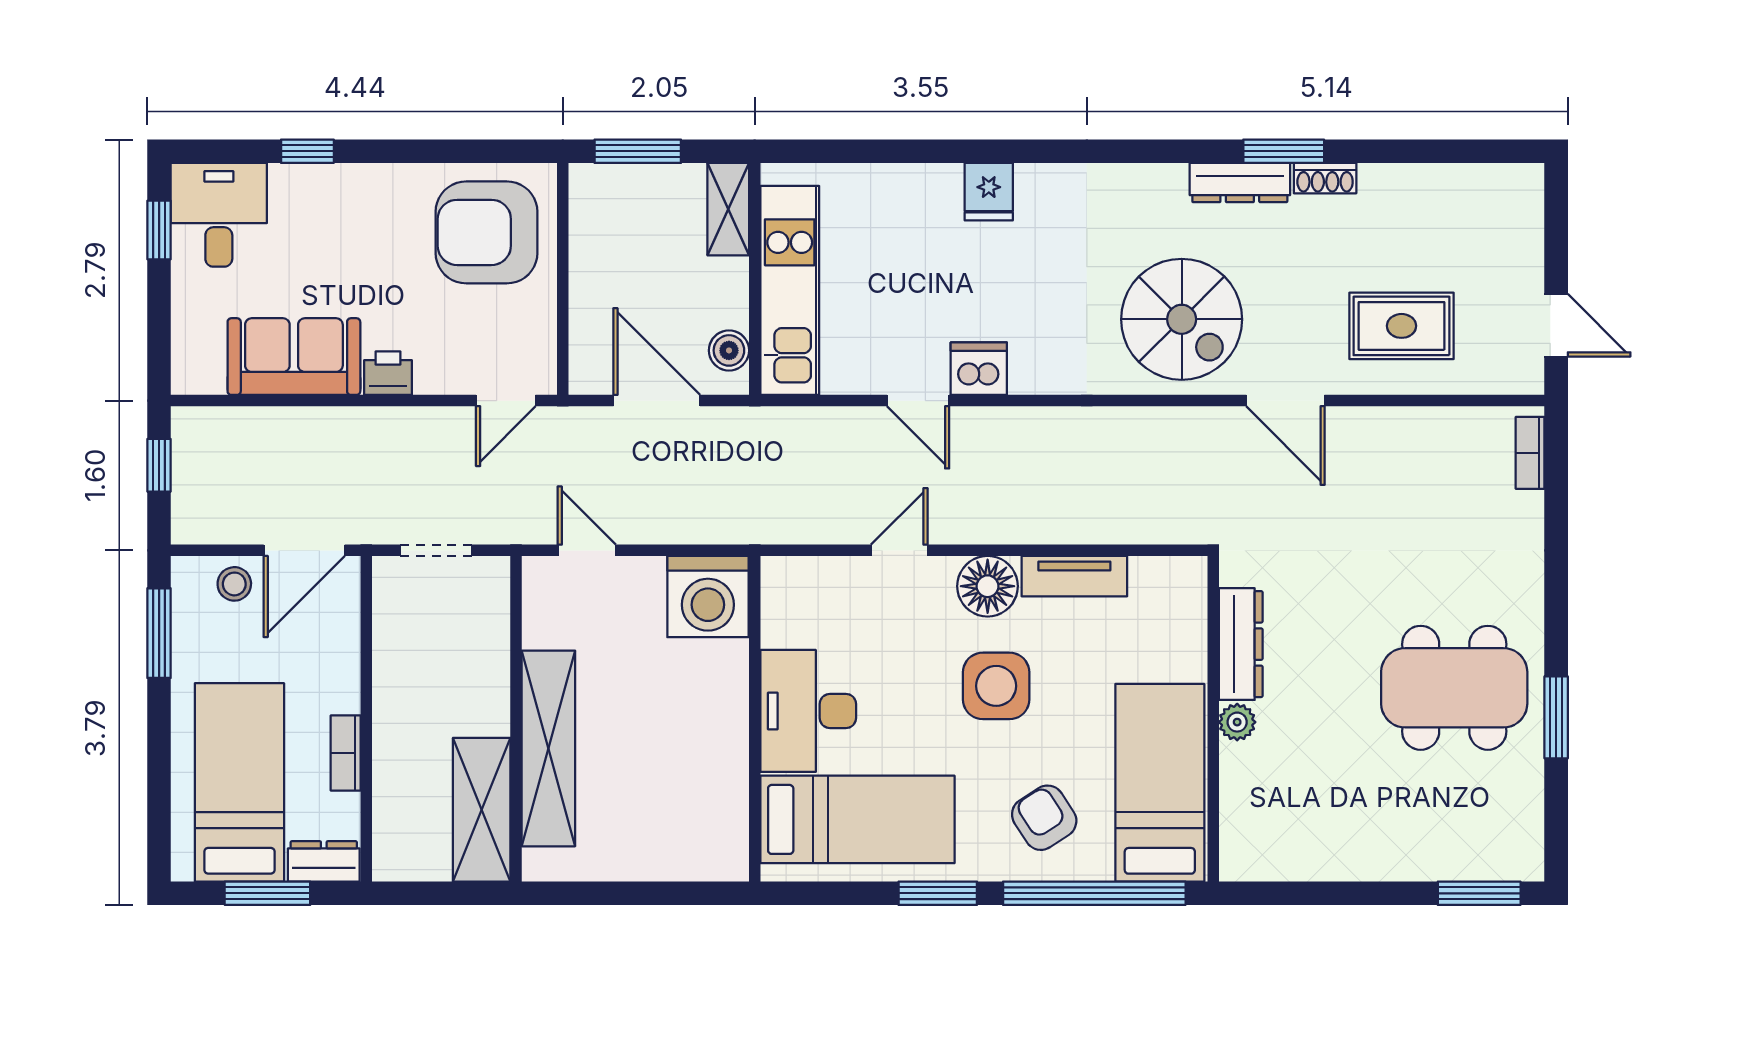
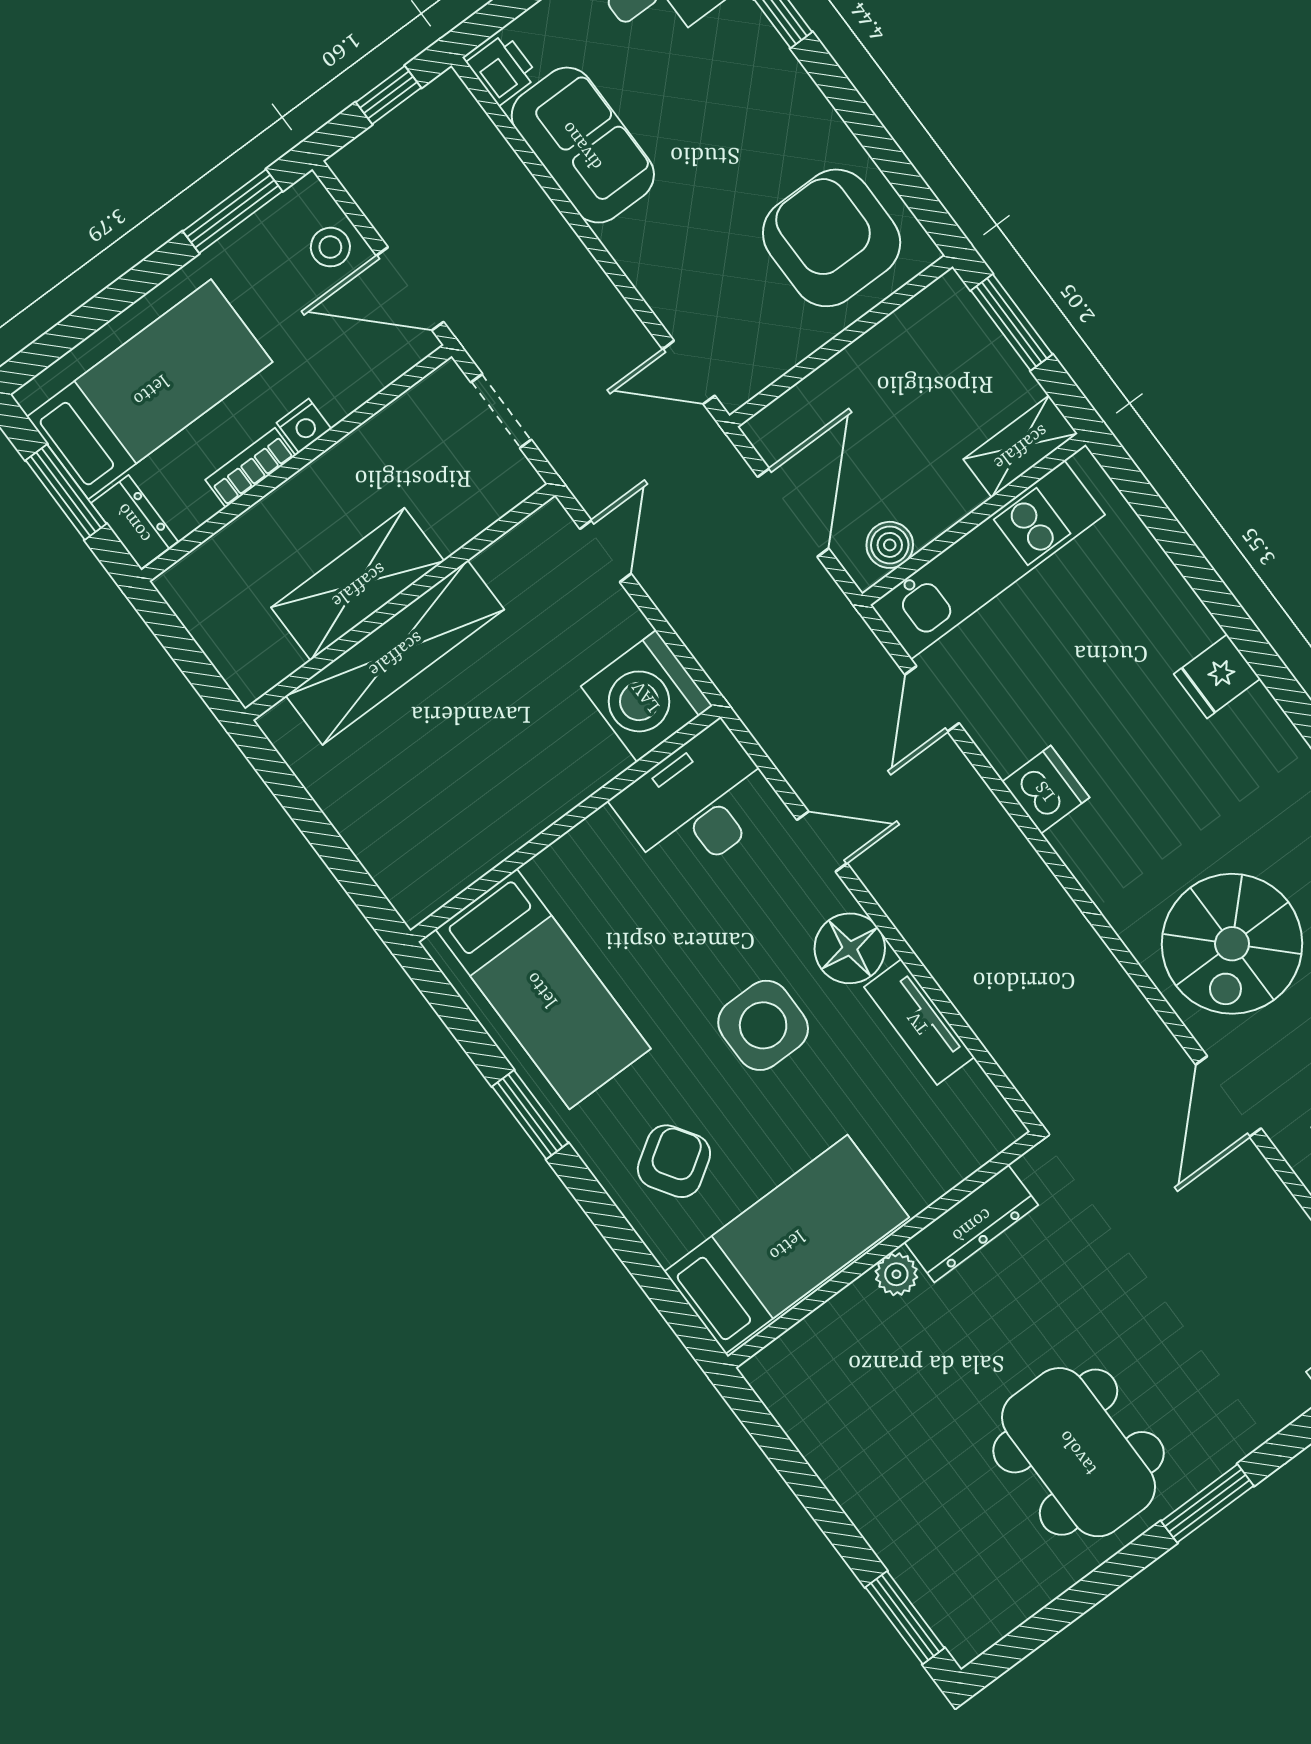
printer: (388, 373) -> (502, 69), moved
door: (918, 401) -> (932, 699), moved
nightstand: (344, 694) -> (304, 426), added
desk: (808, 711) -> (697, 803), moved
window: (1556, 717) -> (1207, 1503), moved
shelving: (482, 810) -> (358, 584), moved
window: (1094, 893) -> (638, 1260), removed

